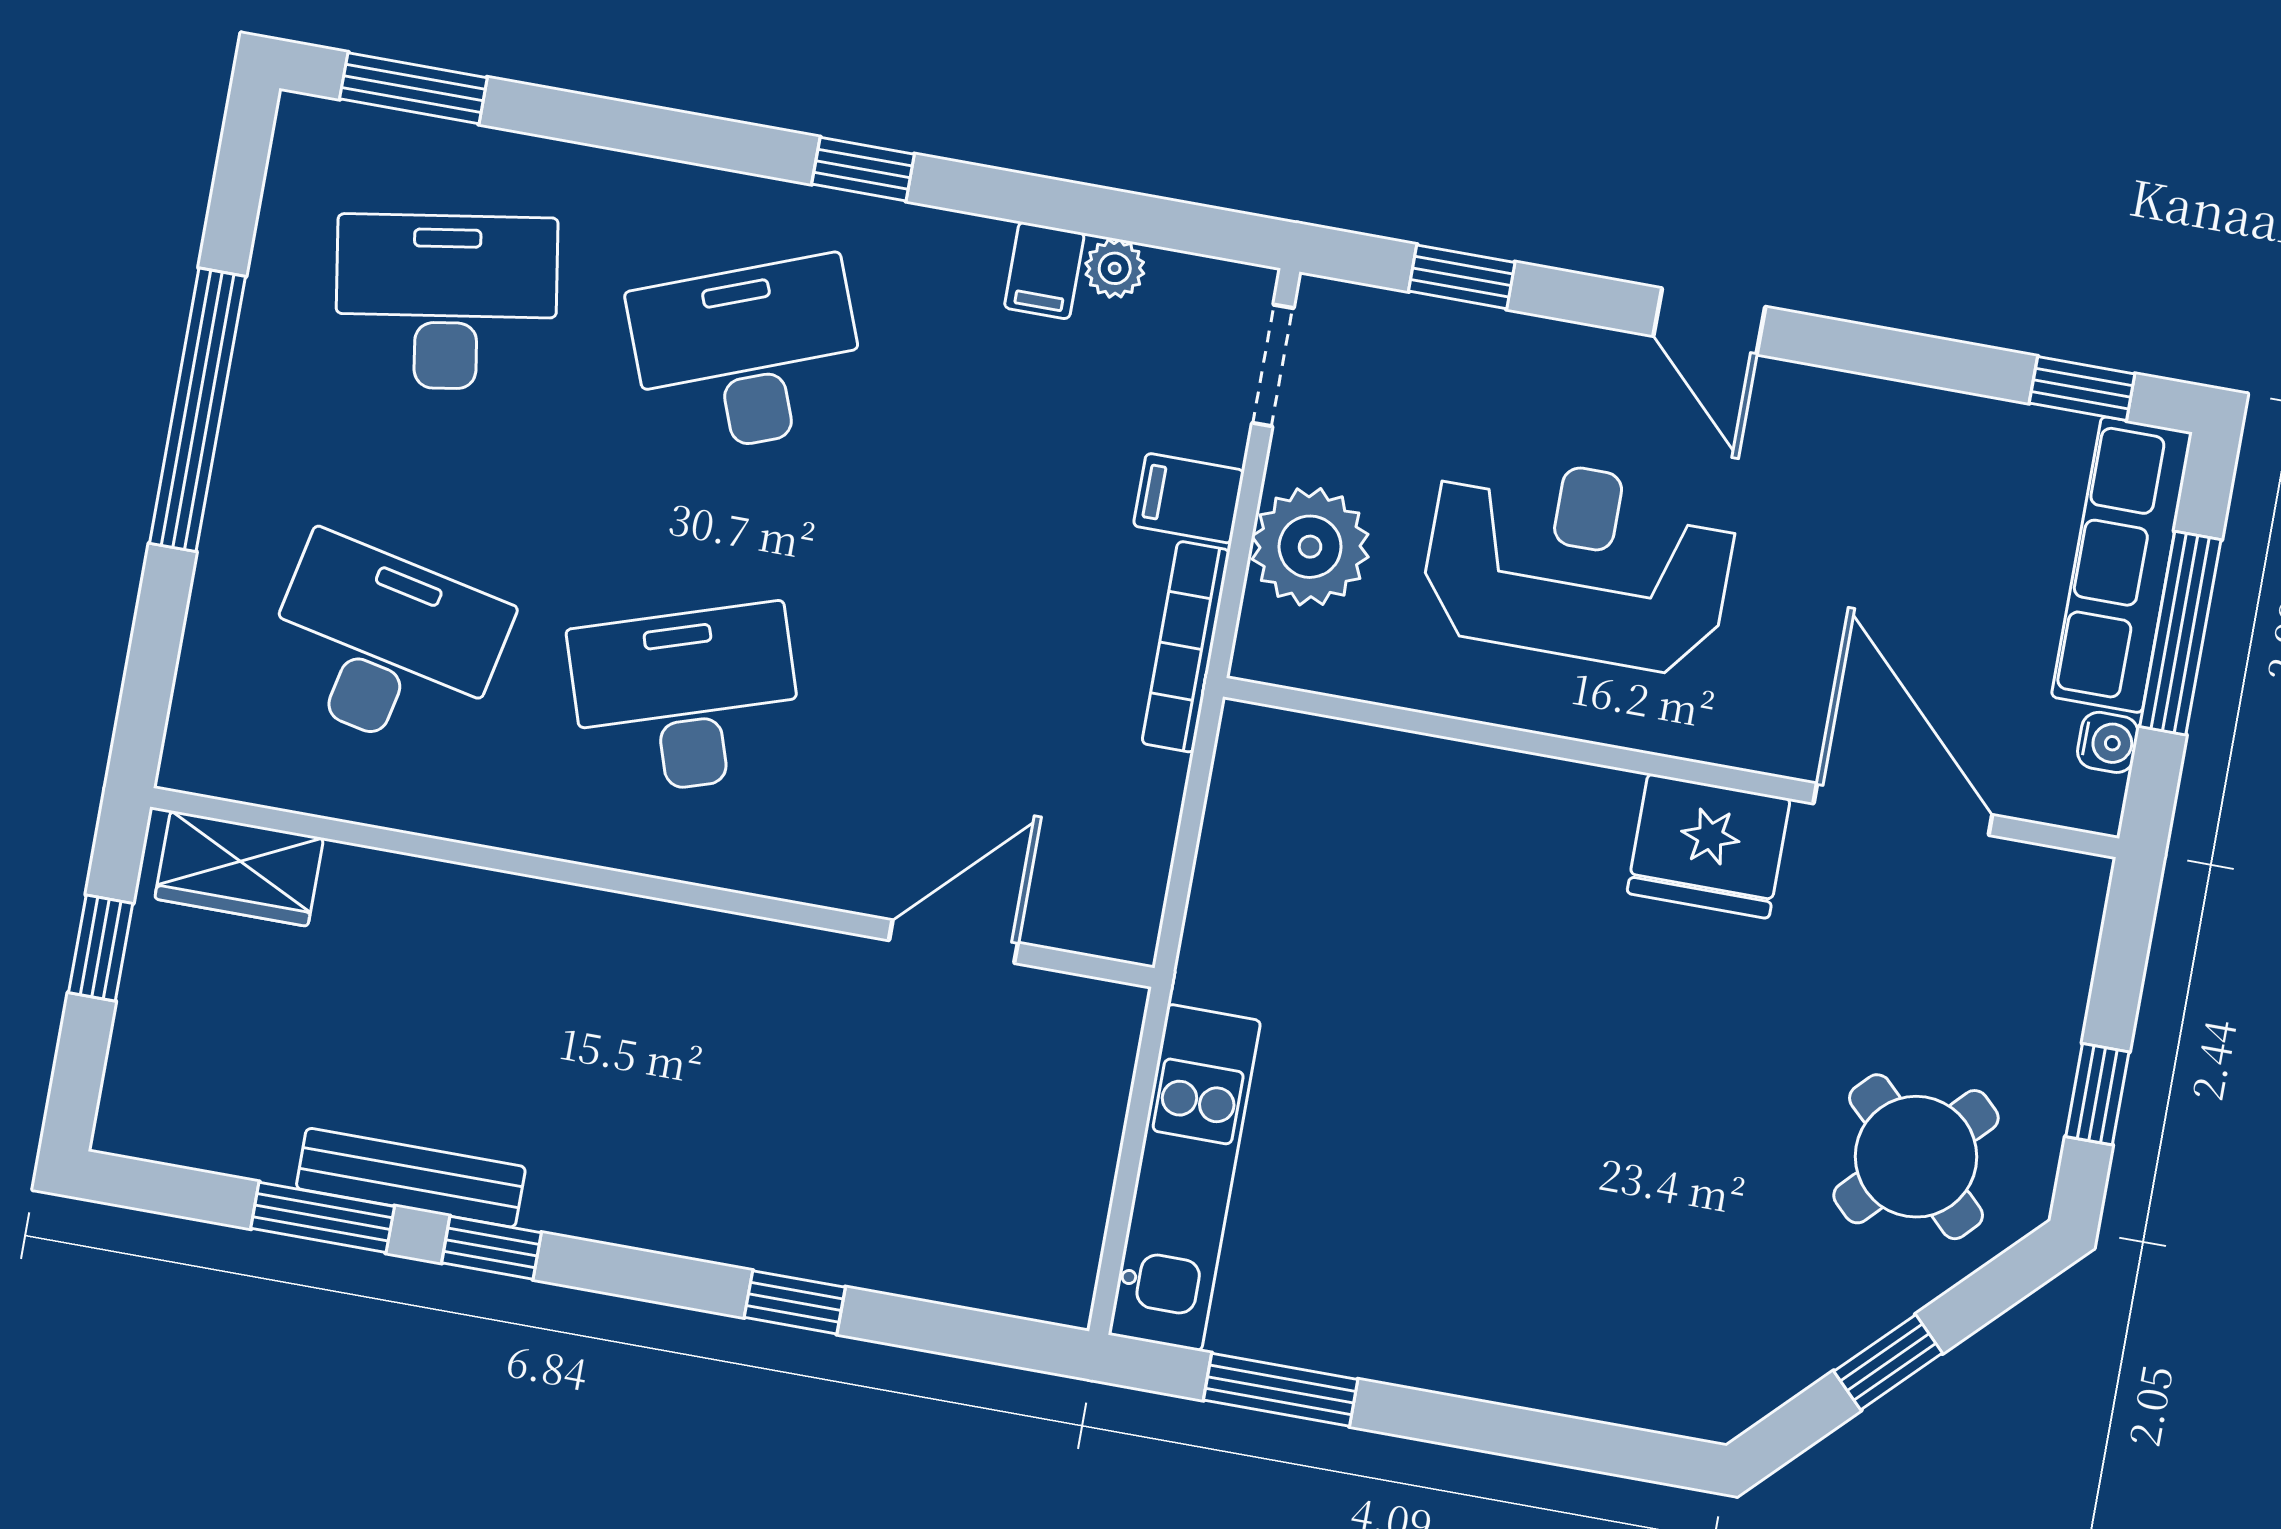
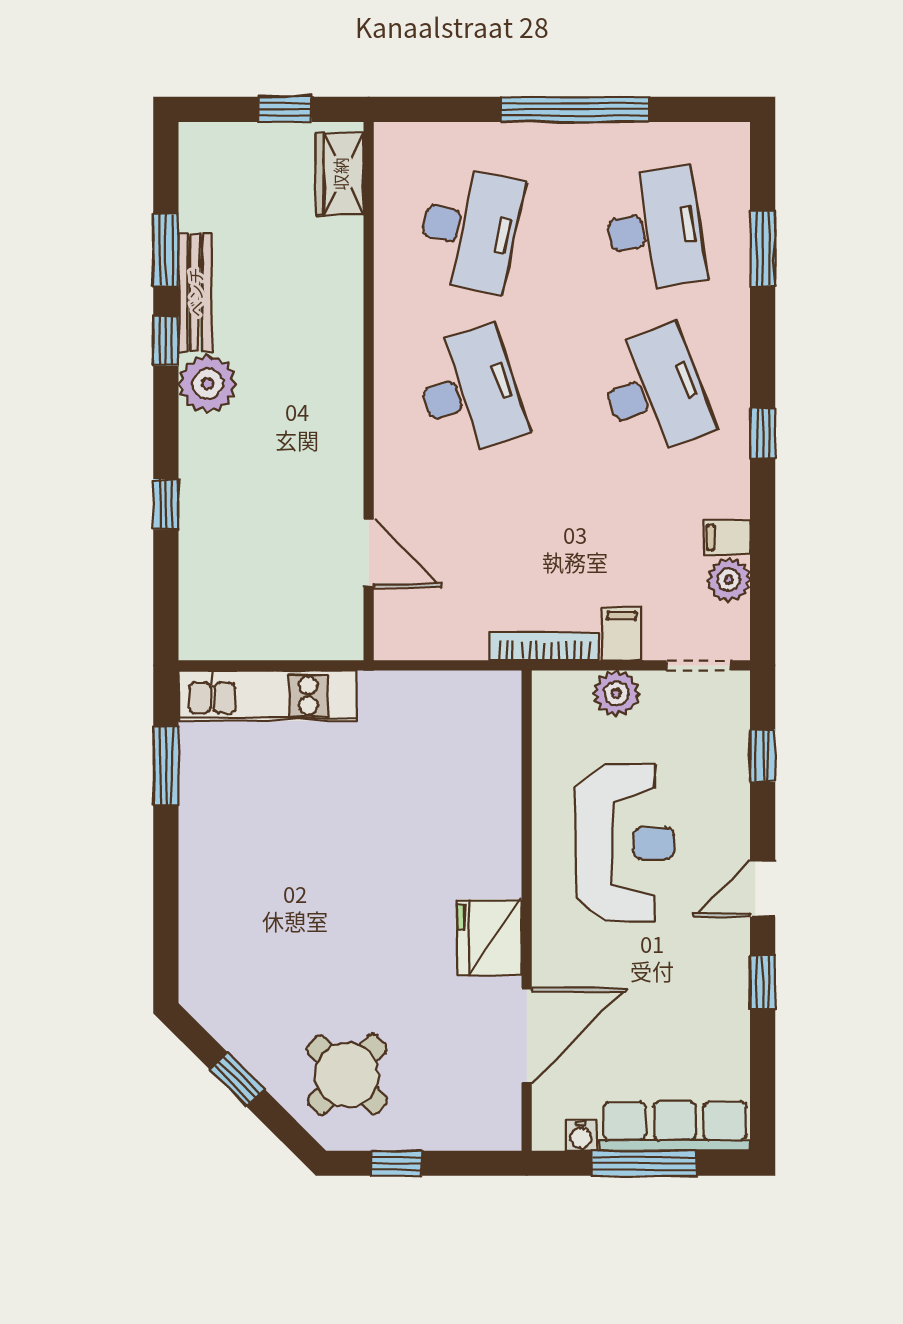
window: (413, 88) -> (763, 248), moved
plant: (1115, 268) -> (729, 580), width x1.38, depth x1.38
window: (2082, 388) -> (763, 982), moved
plant: (1310, 547) -> (616, 693), width x0.73, depth x0.73
plant: (585, 1185) -> (208, 384), added

